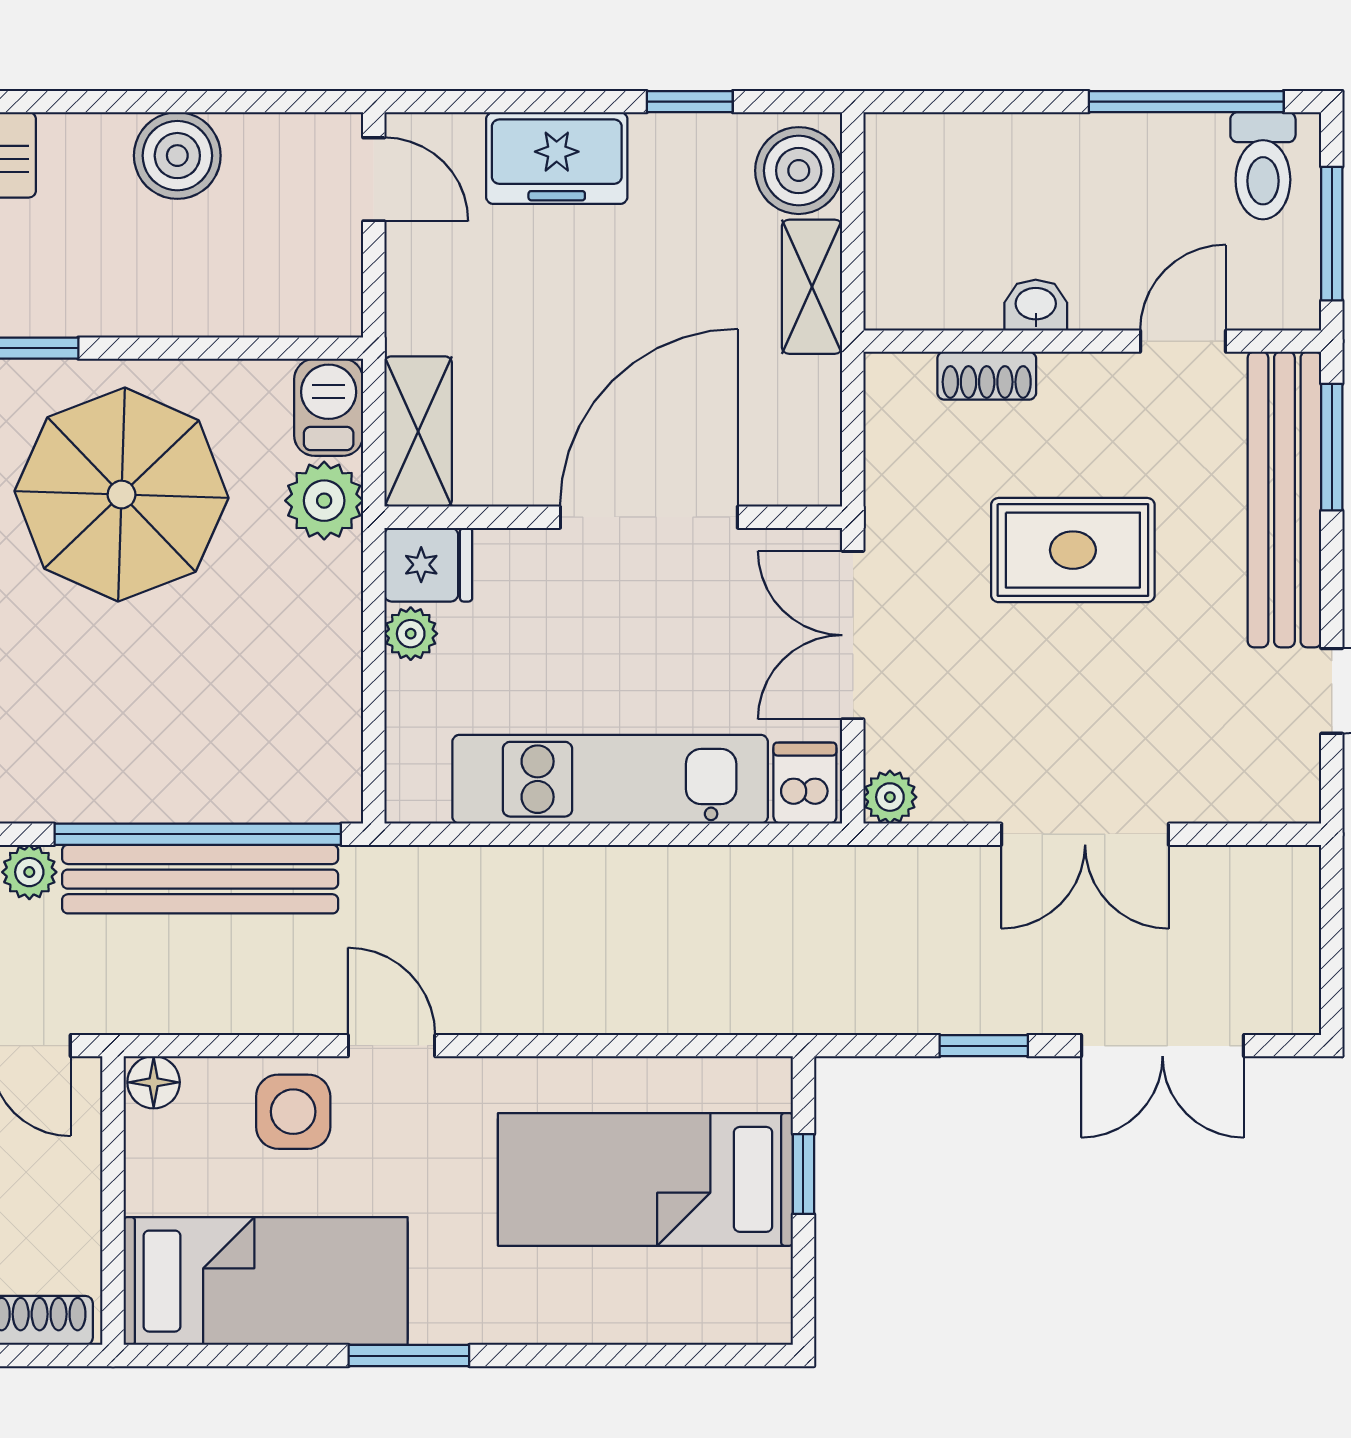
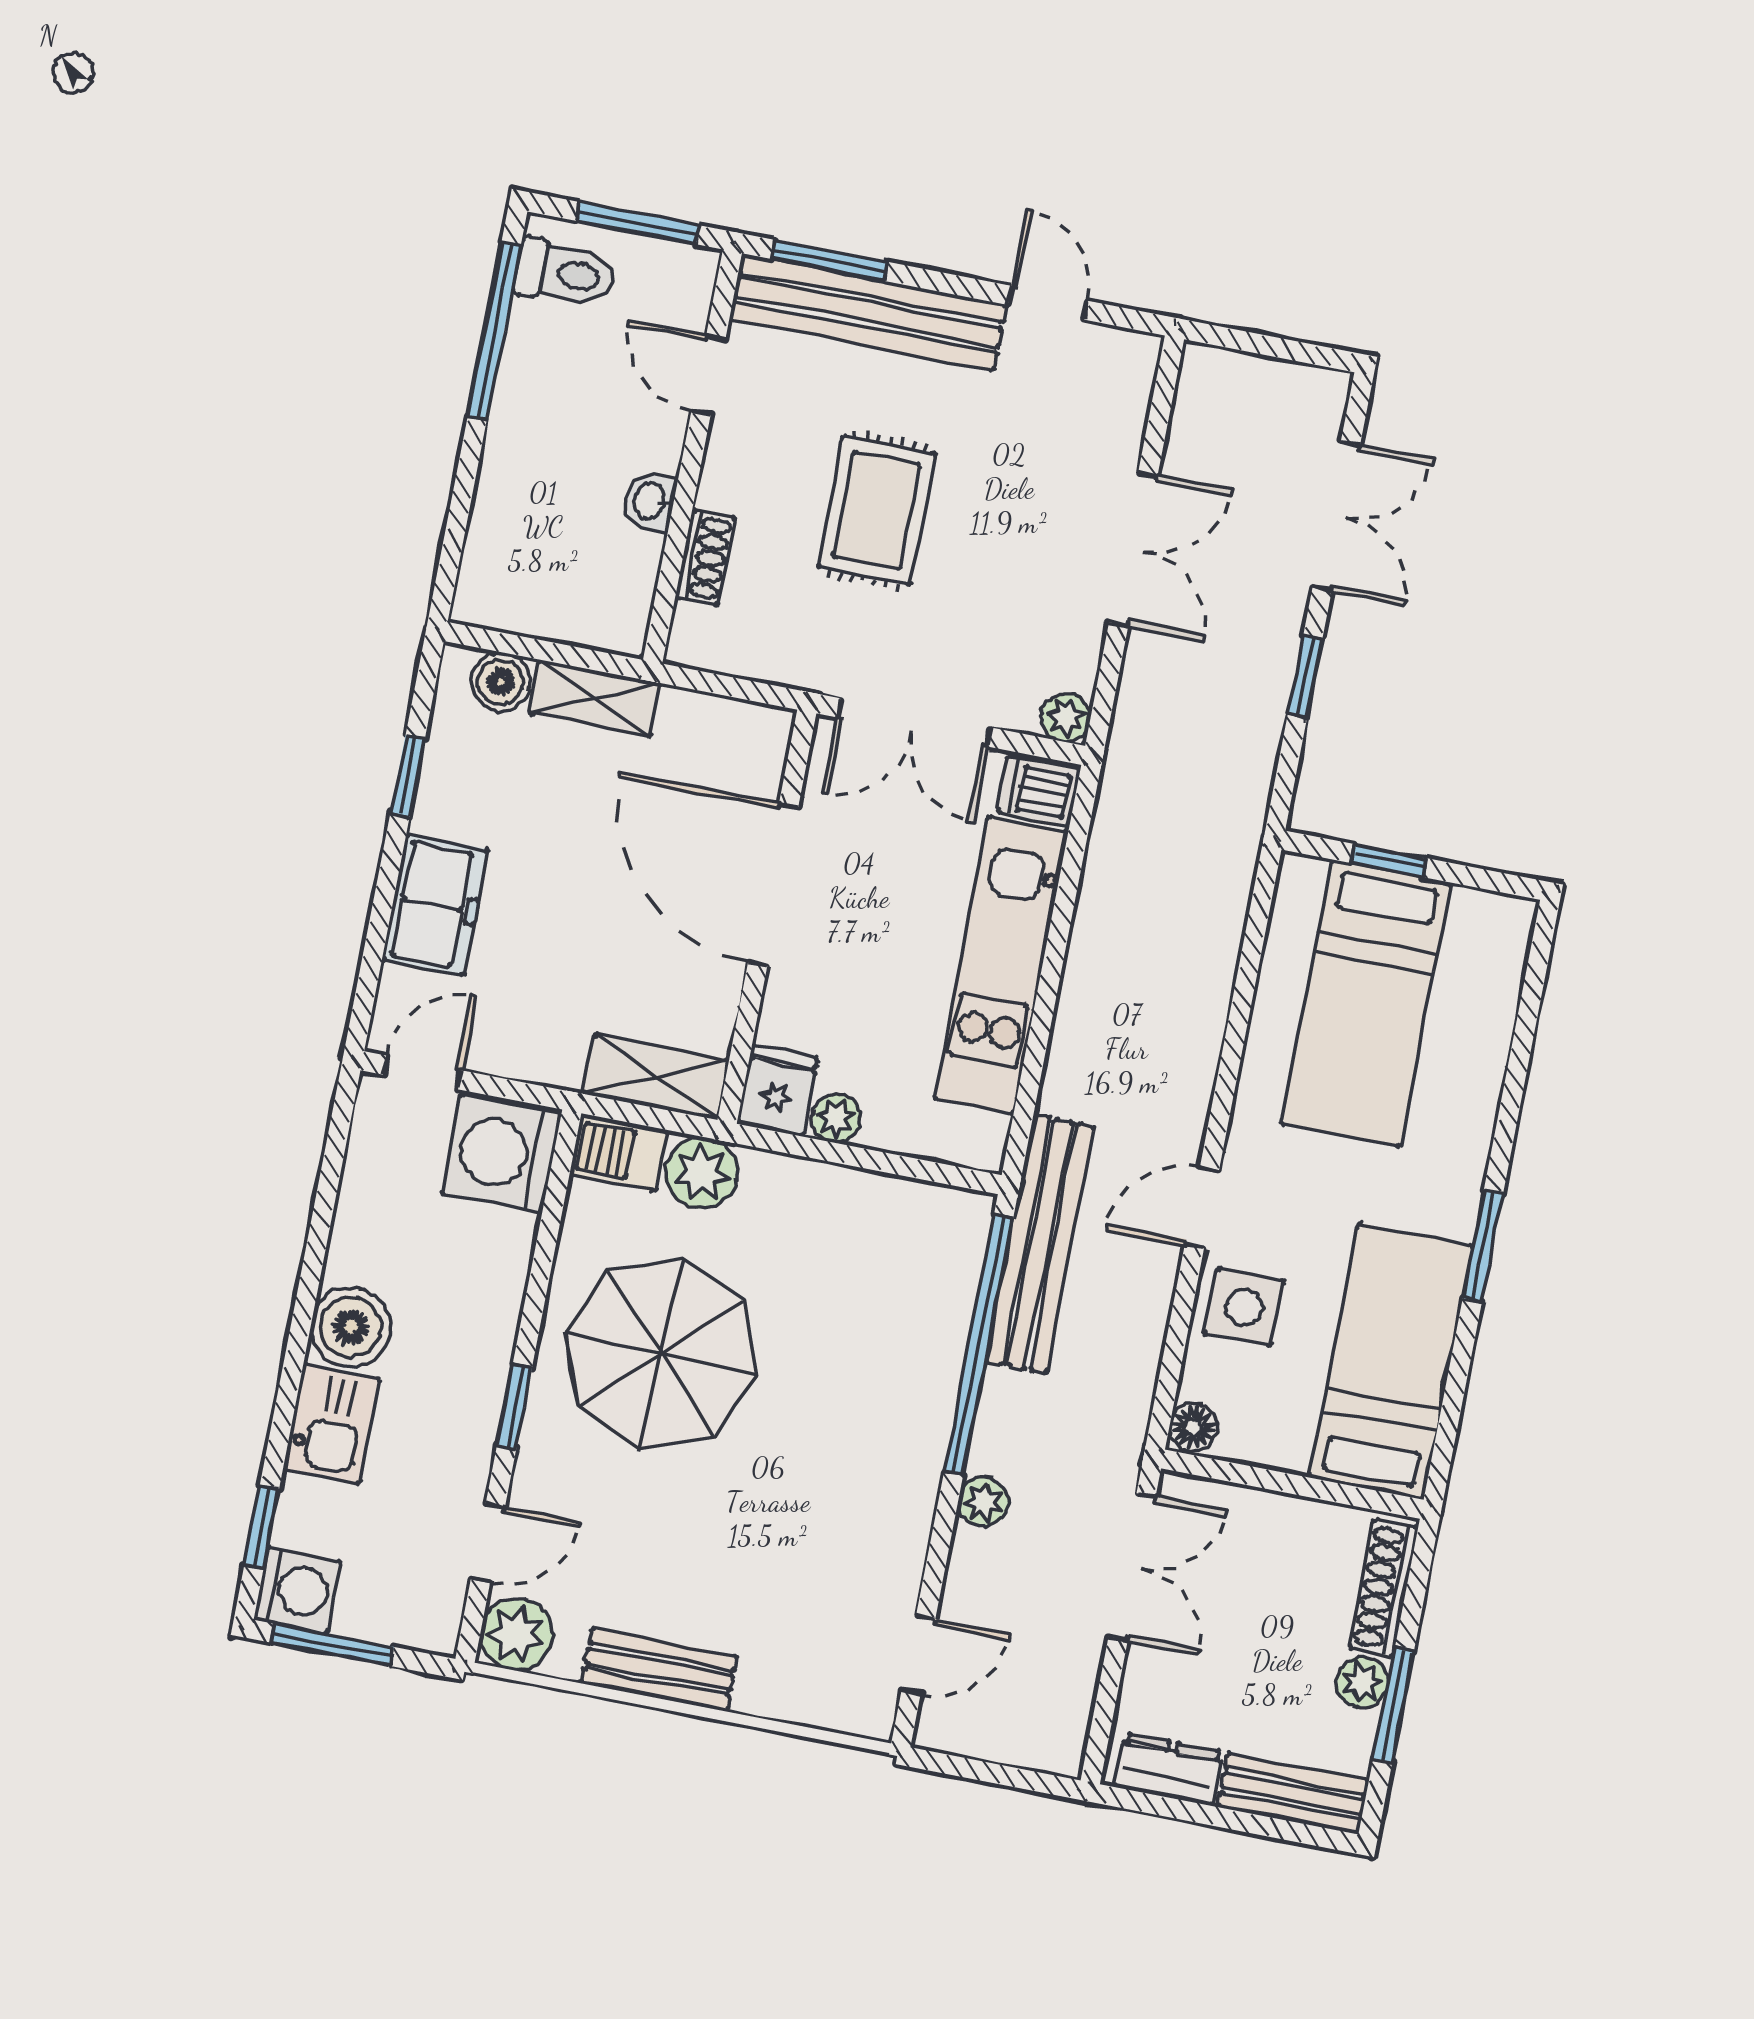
boiler: (177, 156) -> (351, 1327), moved
boiler: (799, 171) -> (501, 682), width x0.73, depth x0.73
washing machine: (303, 282) -> (502, 1154), added
bench: (200, 879) -> (1040, 1244), moved

